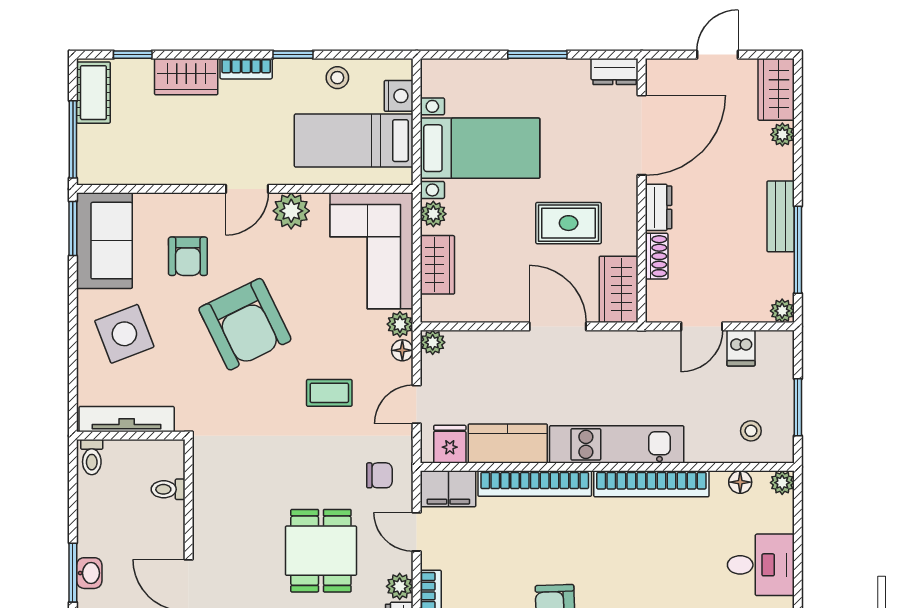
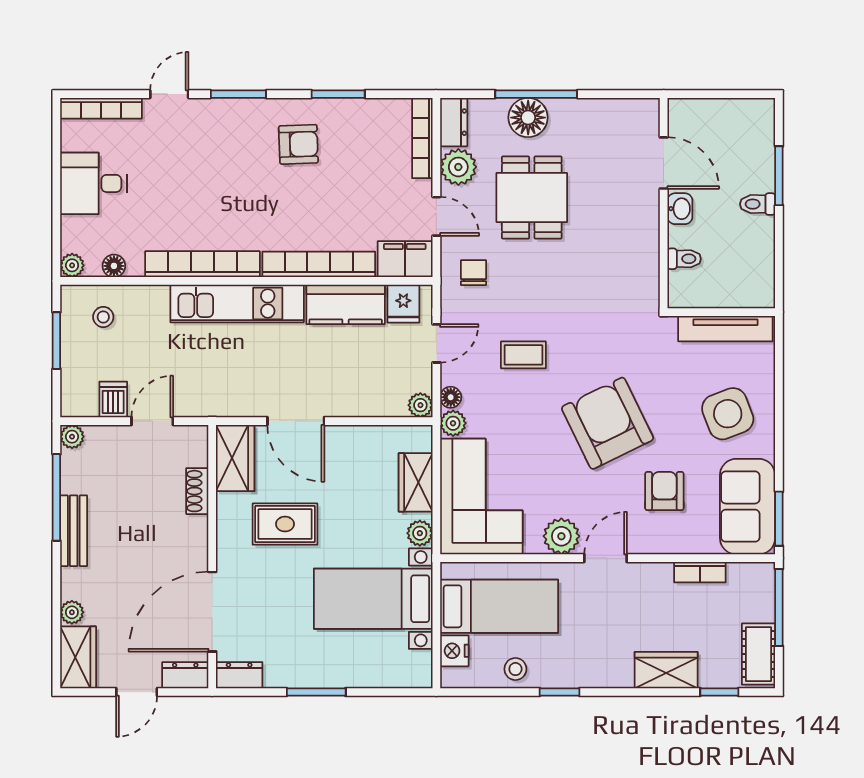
bookcase: (246, 69) -> (700, 572), moved, turned 180
dresser: (658, 207) -> (185, 675), moved, turned 90
toilet: (92, 457) -> (758, 204), moved, turned -90
chair: (379, 475) -> (473, 273), turned 90
washbasin: (89, 573) -> (680, 209), moved, turned 180
plant: (400, 586) -> (458, 167), width x1.38, depth x1.38

